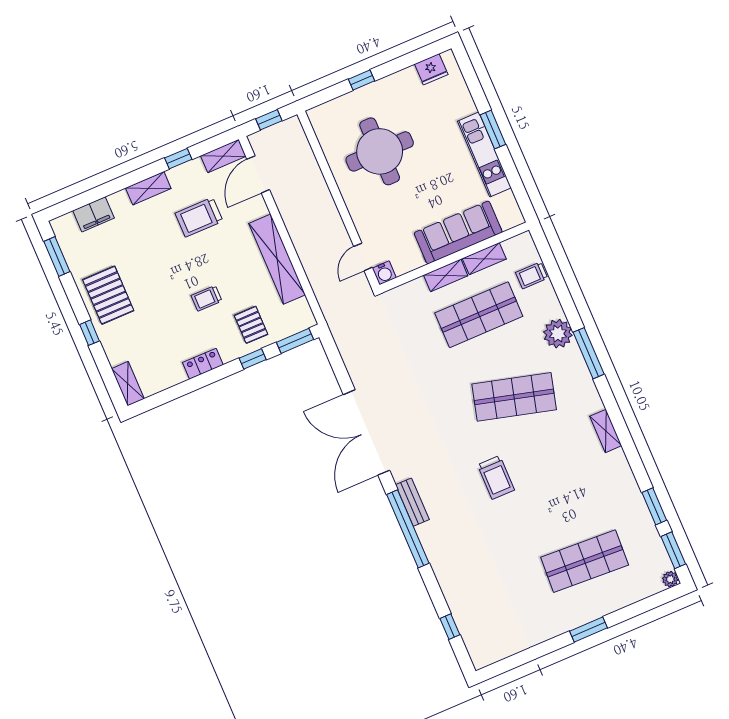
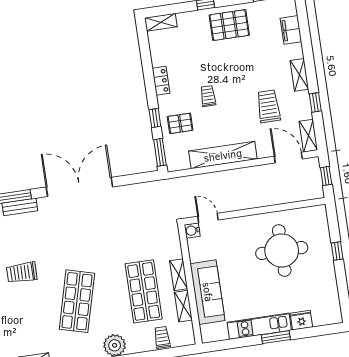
fridge: (431, 69) -> (301, 320), moved, turned 90

